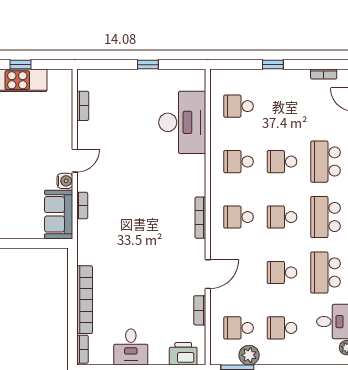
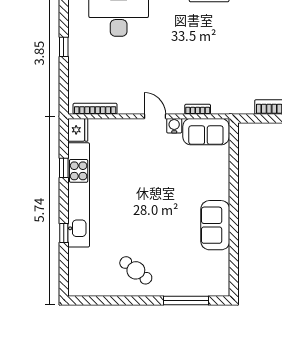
fridge: (61, 79) -> (78, 130), added
bookcase: (83, 106) -> (95, 109), width x1.56

